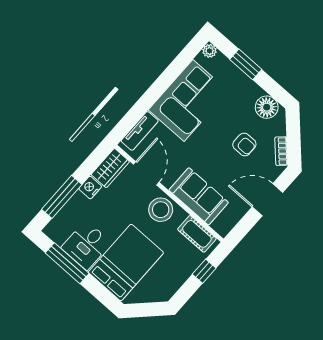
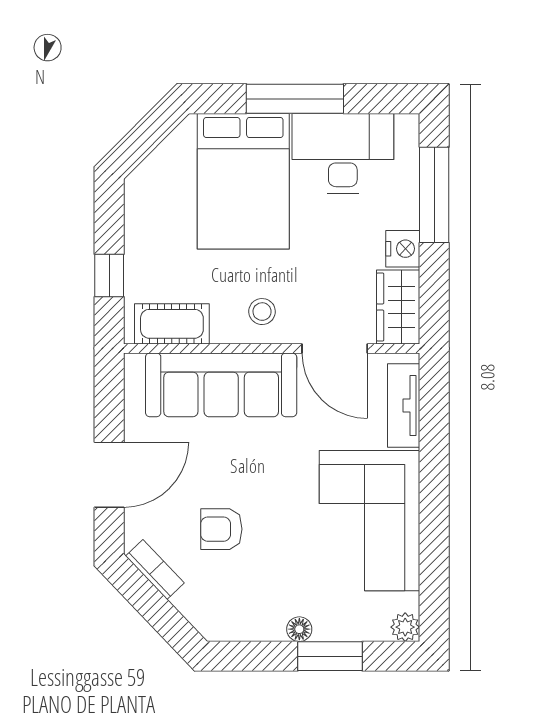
floor lamp: (267, 107) -> (299, 629), moved, width x0.53, depth x0.53
sofa: (199, 196) -> (221, 385), width x1.36
stool: (161, 210) -> (262, 312), width x0.53, depth x0.53
desk: (86, 245) -> (343, 153), width x1.37
window: (67, 263) -> (295, 99), moved

